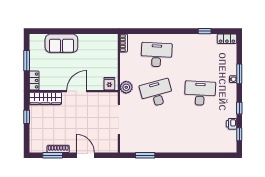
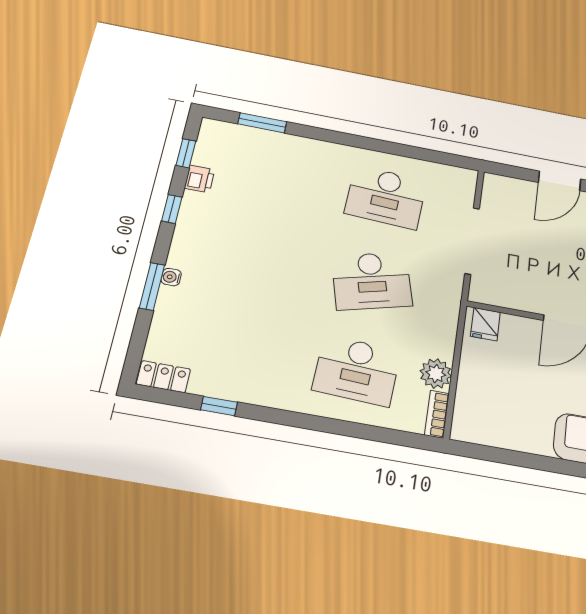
plant: (126, 87) -> (436, 374), moved
desk: (200, 93) -> (386, 197), moved
door: (85, 155) -> (560, 181), hinge flipped
window: (145, 155) -> (262, 123), moved

